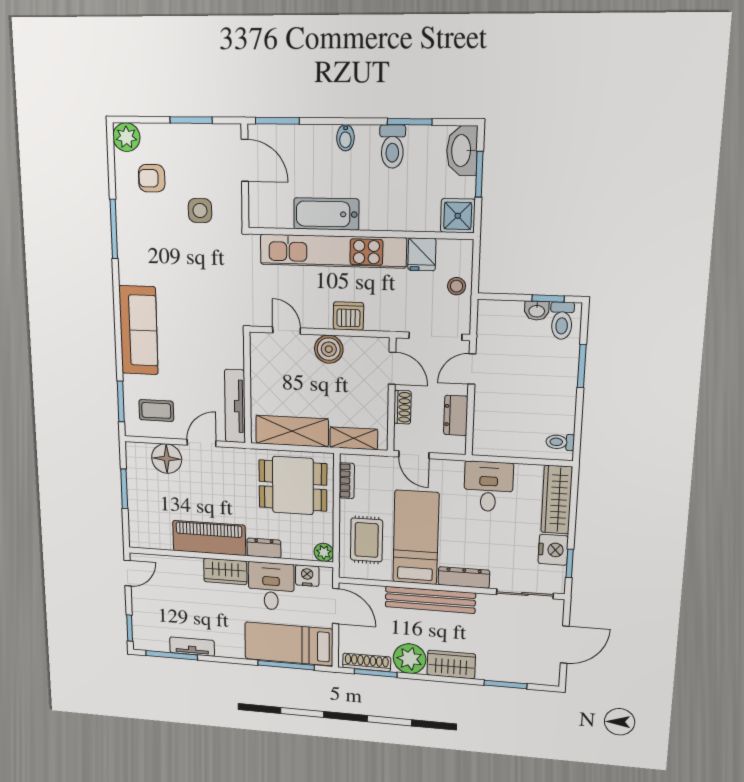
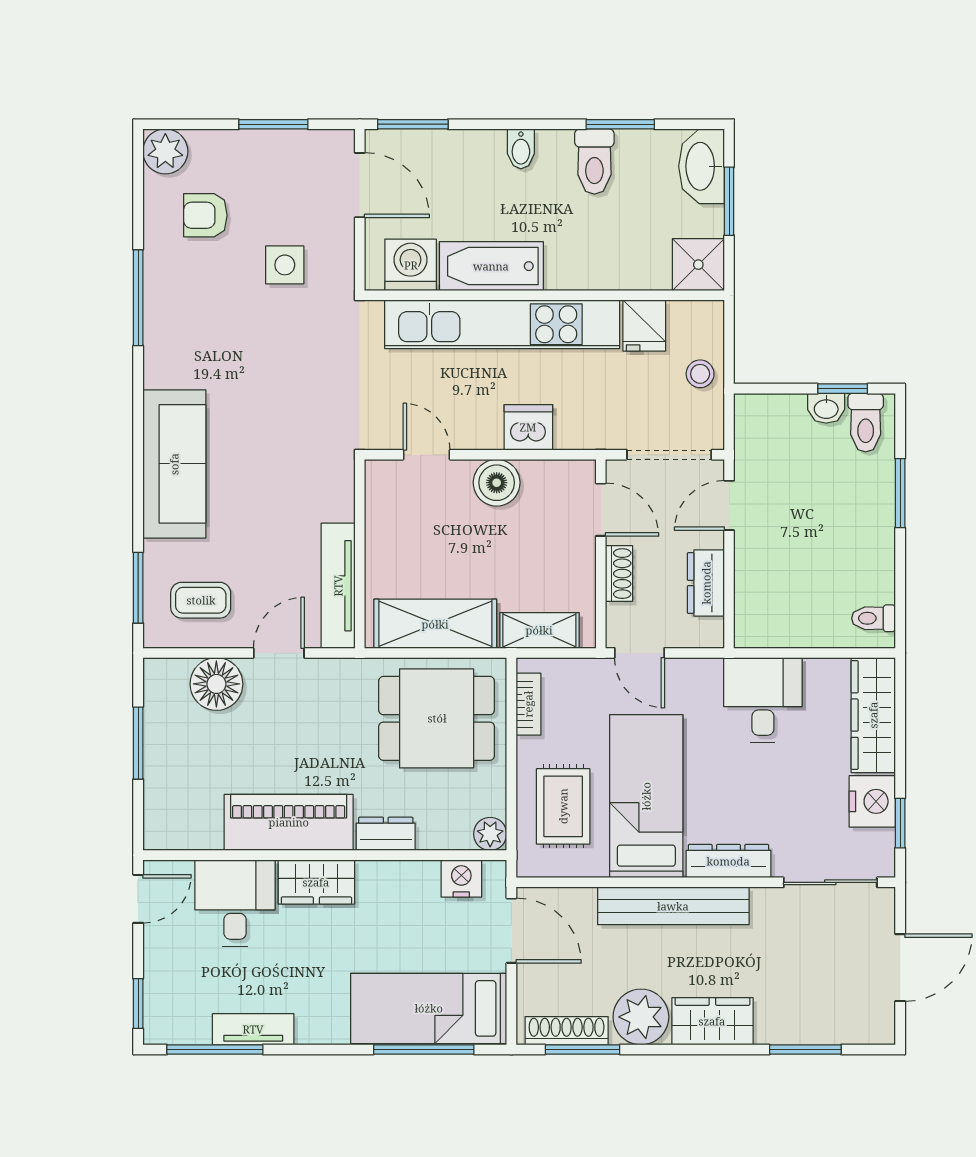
washing machine: (276, 212) -> (411, 265), added
desk: (271, 586) -> (235, 903), moved

